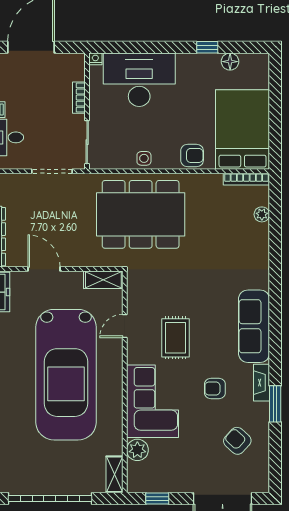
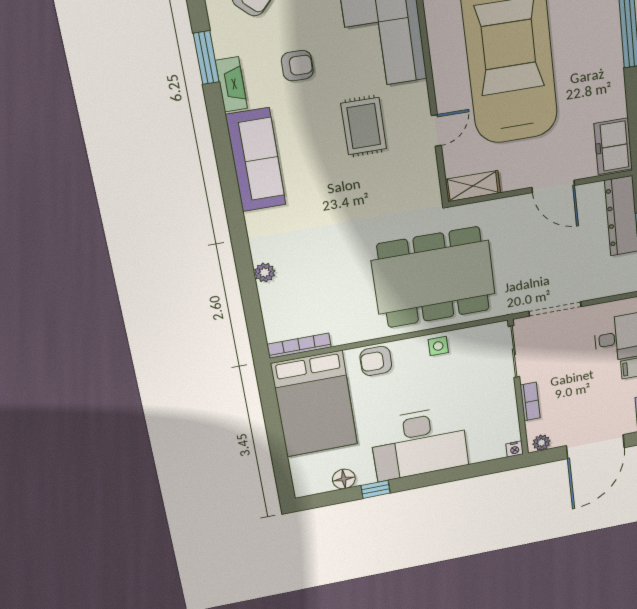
plant: (74, 60) -> (541, 443), added
desk: (139, 80) -> (419, 443), moved
plant: (262, 214) -> (265, 273), moved

